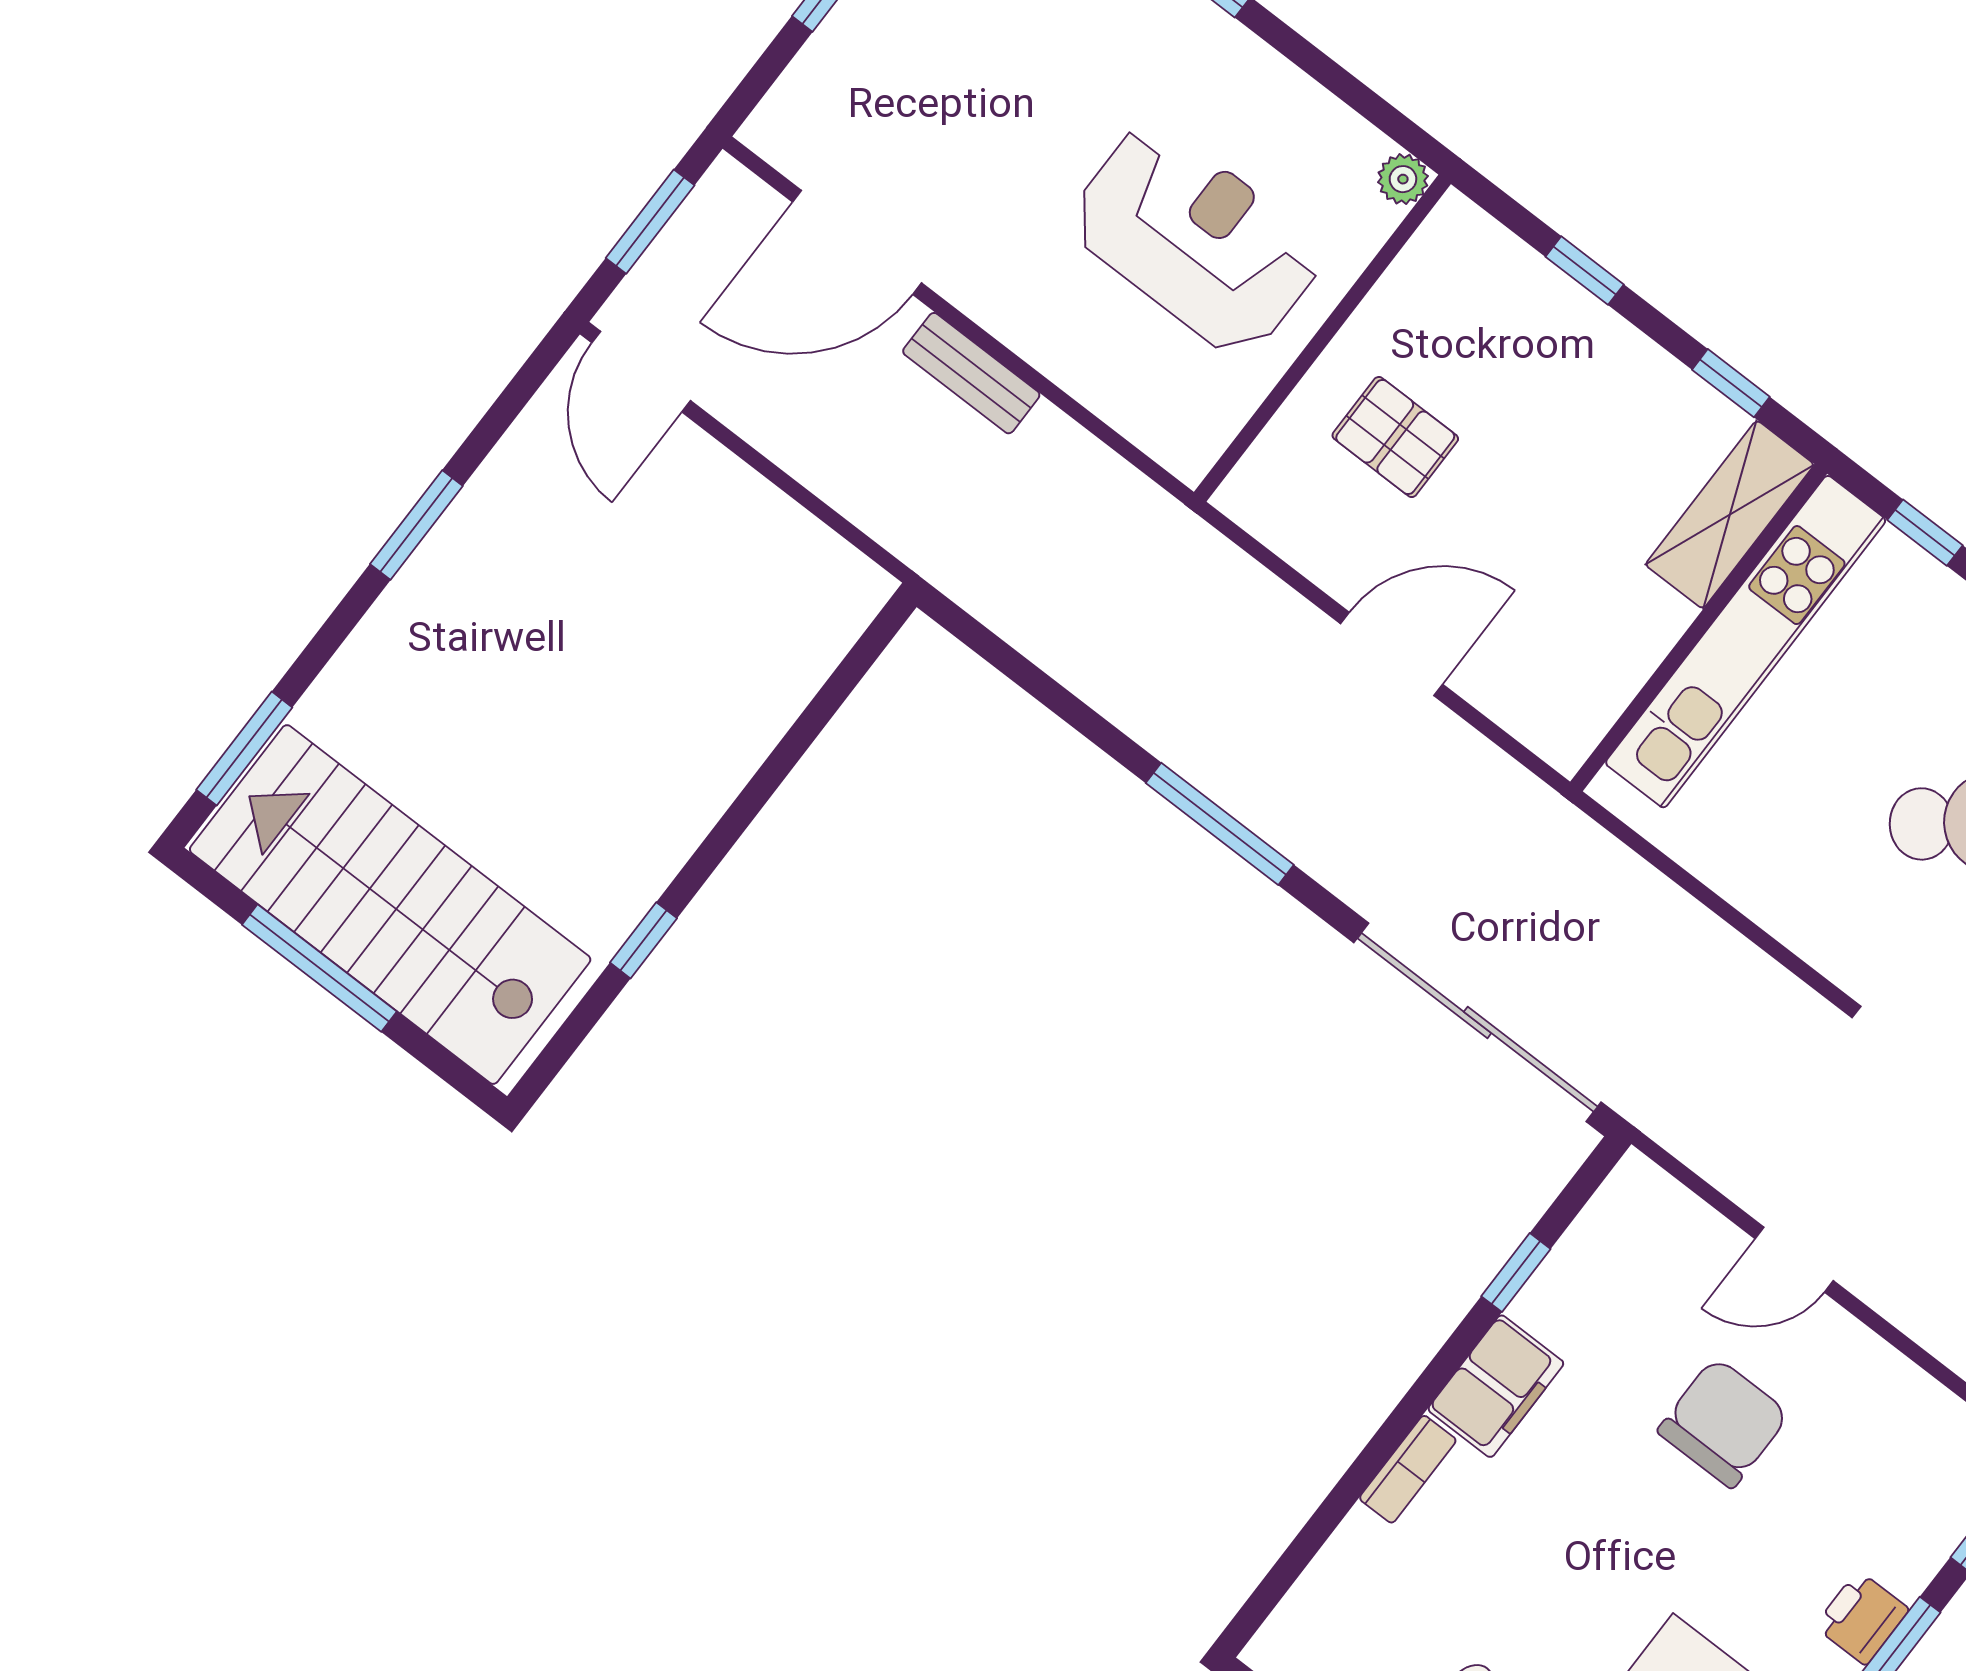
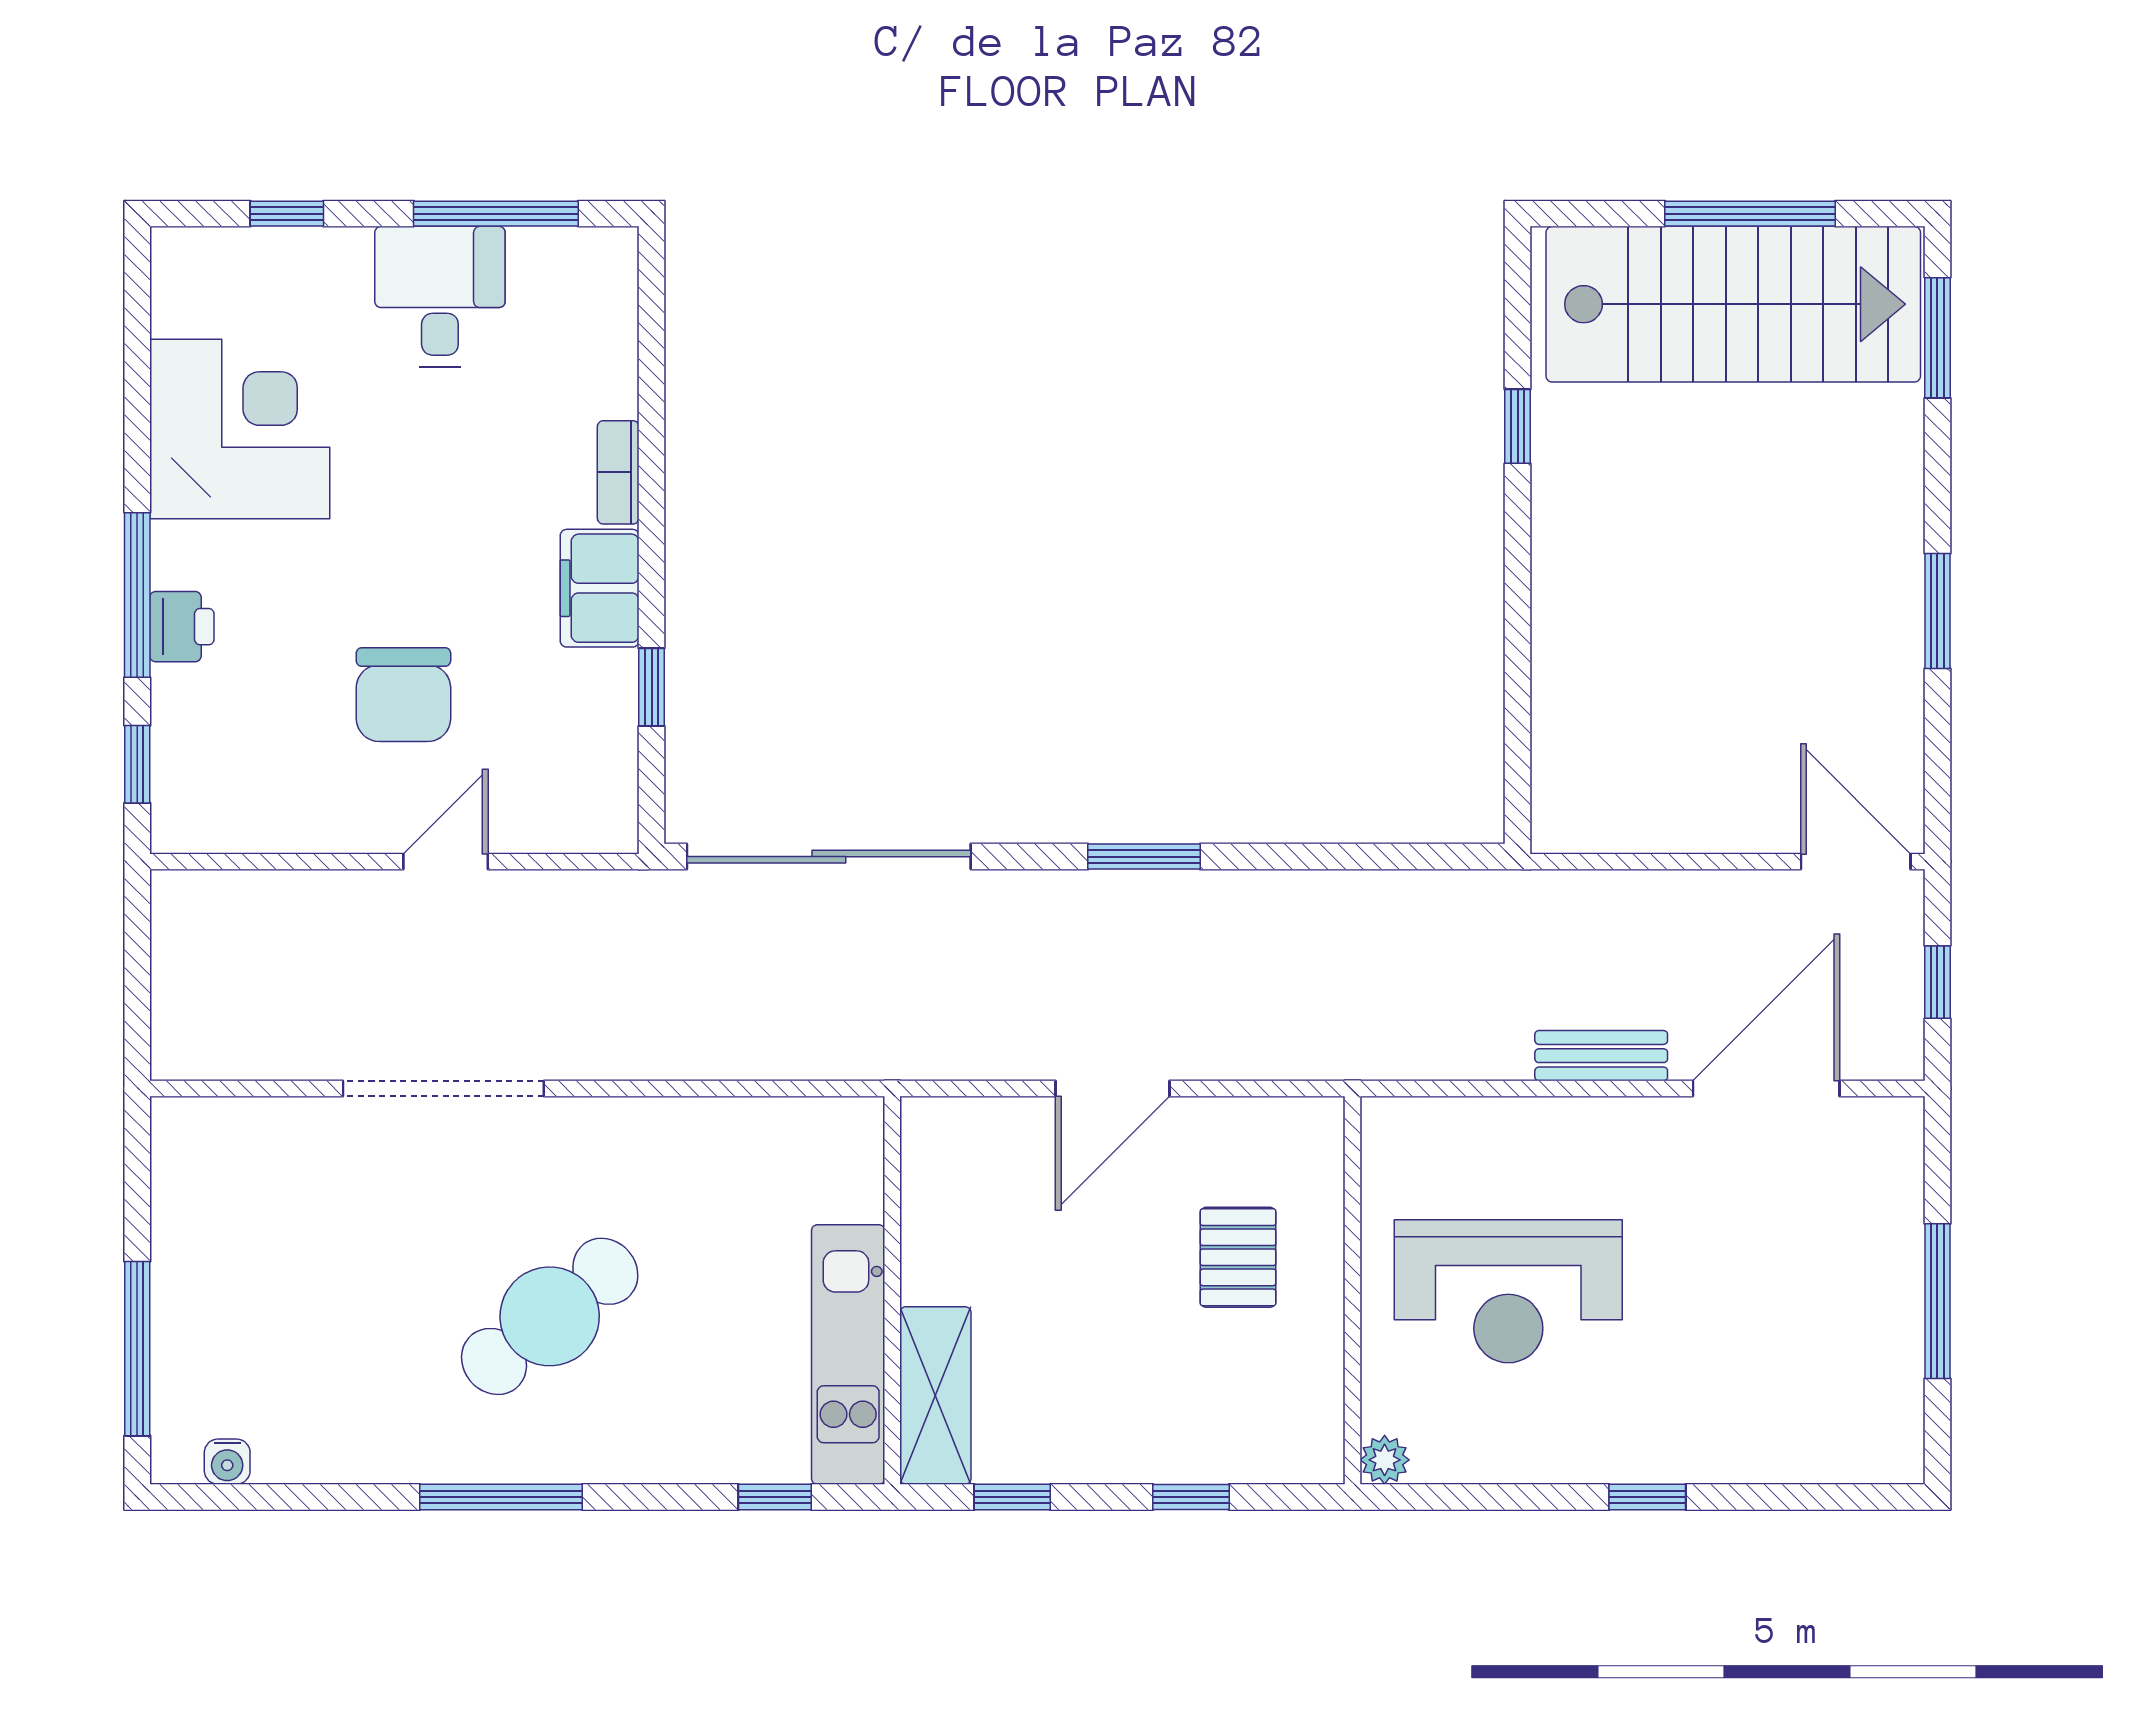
window: (650, 222) -> (1937, 982), width x0.67
pallet: (1395, 437) -> (1238, 1257), turned 90
kitchen unit: (1746, 642) -> (848, 1355), width x0.73
window: (1220, 824) -> (1144, 857), width x0.69

